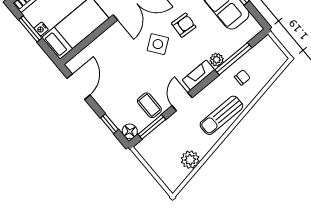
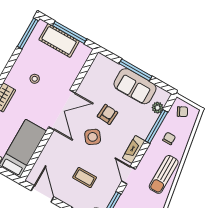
chair: (268, 53) -> (182, 112), added
plant: (217, 60) -> (157, 108), moved
coffee table: (149, 105) -> (85, 178), moved

